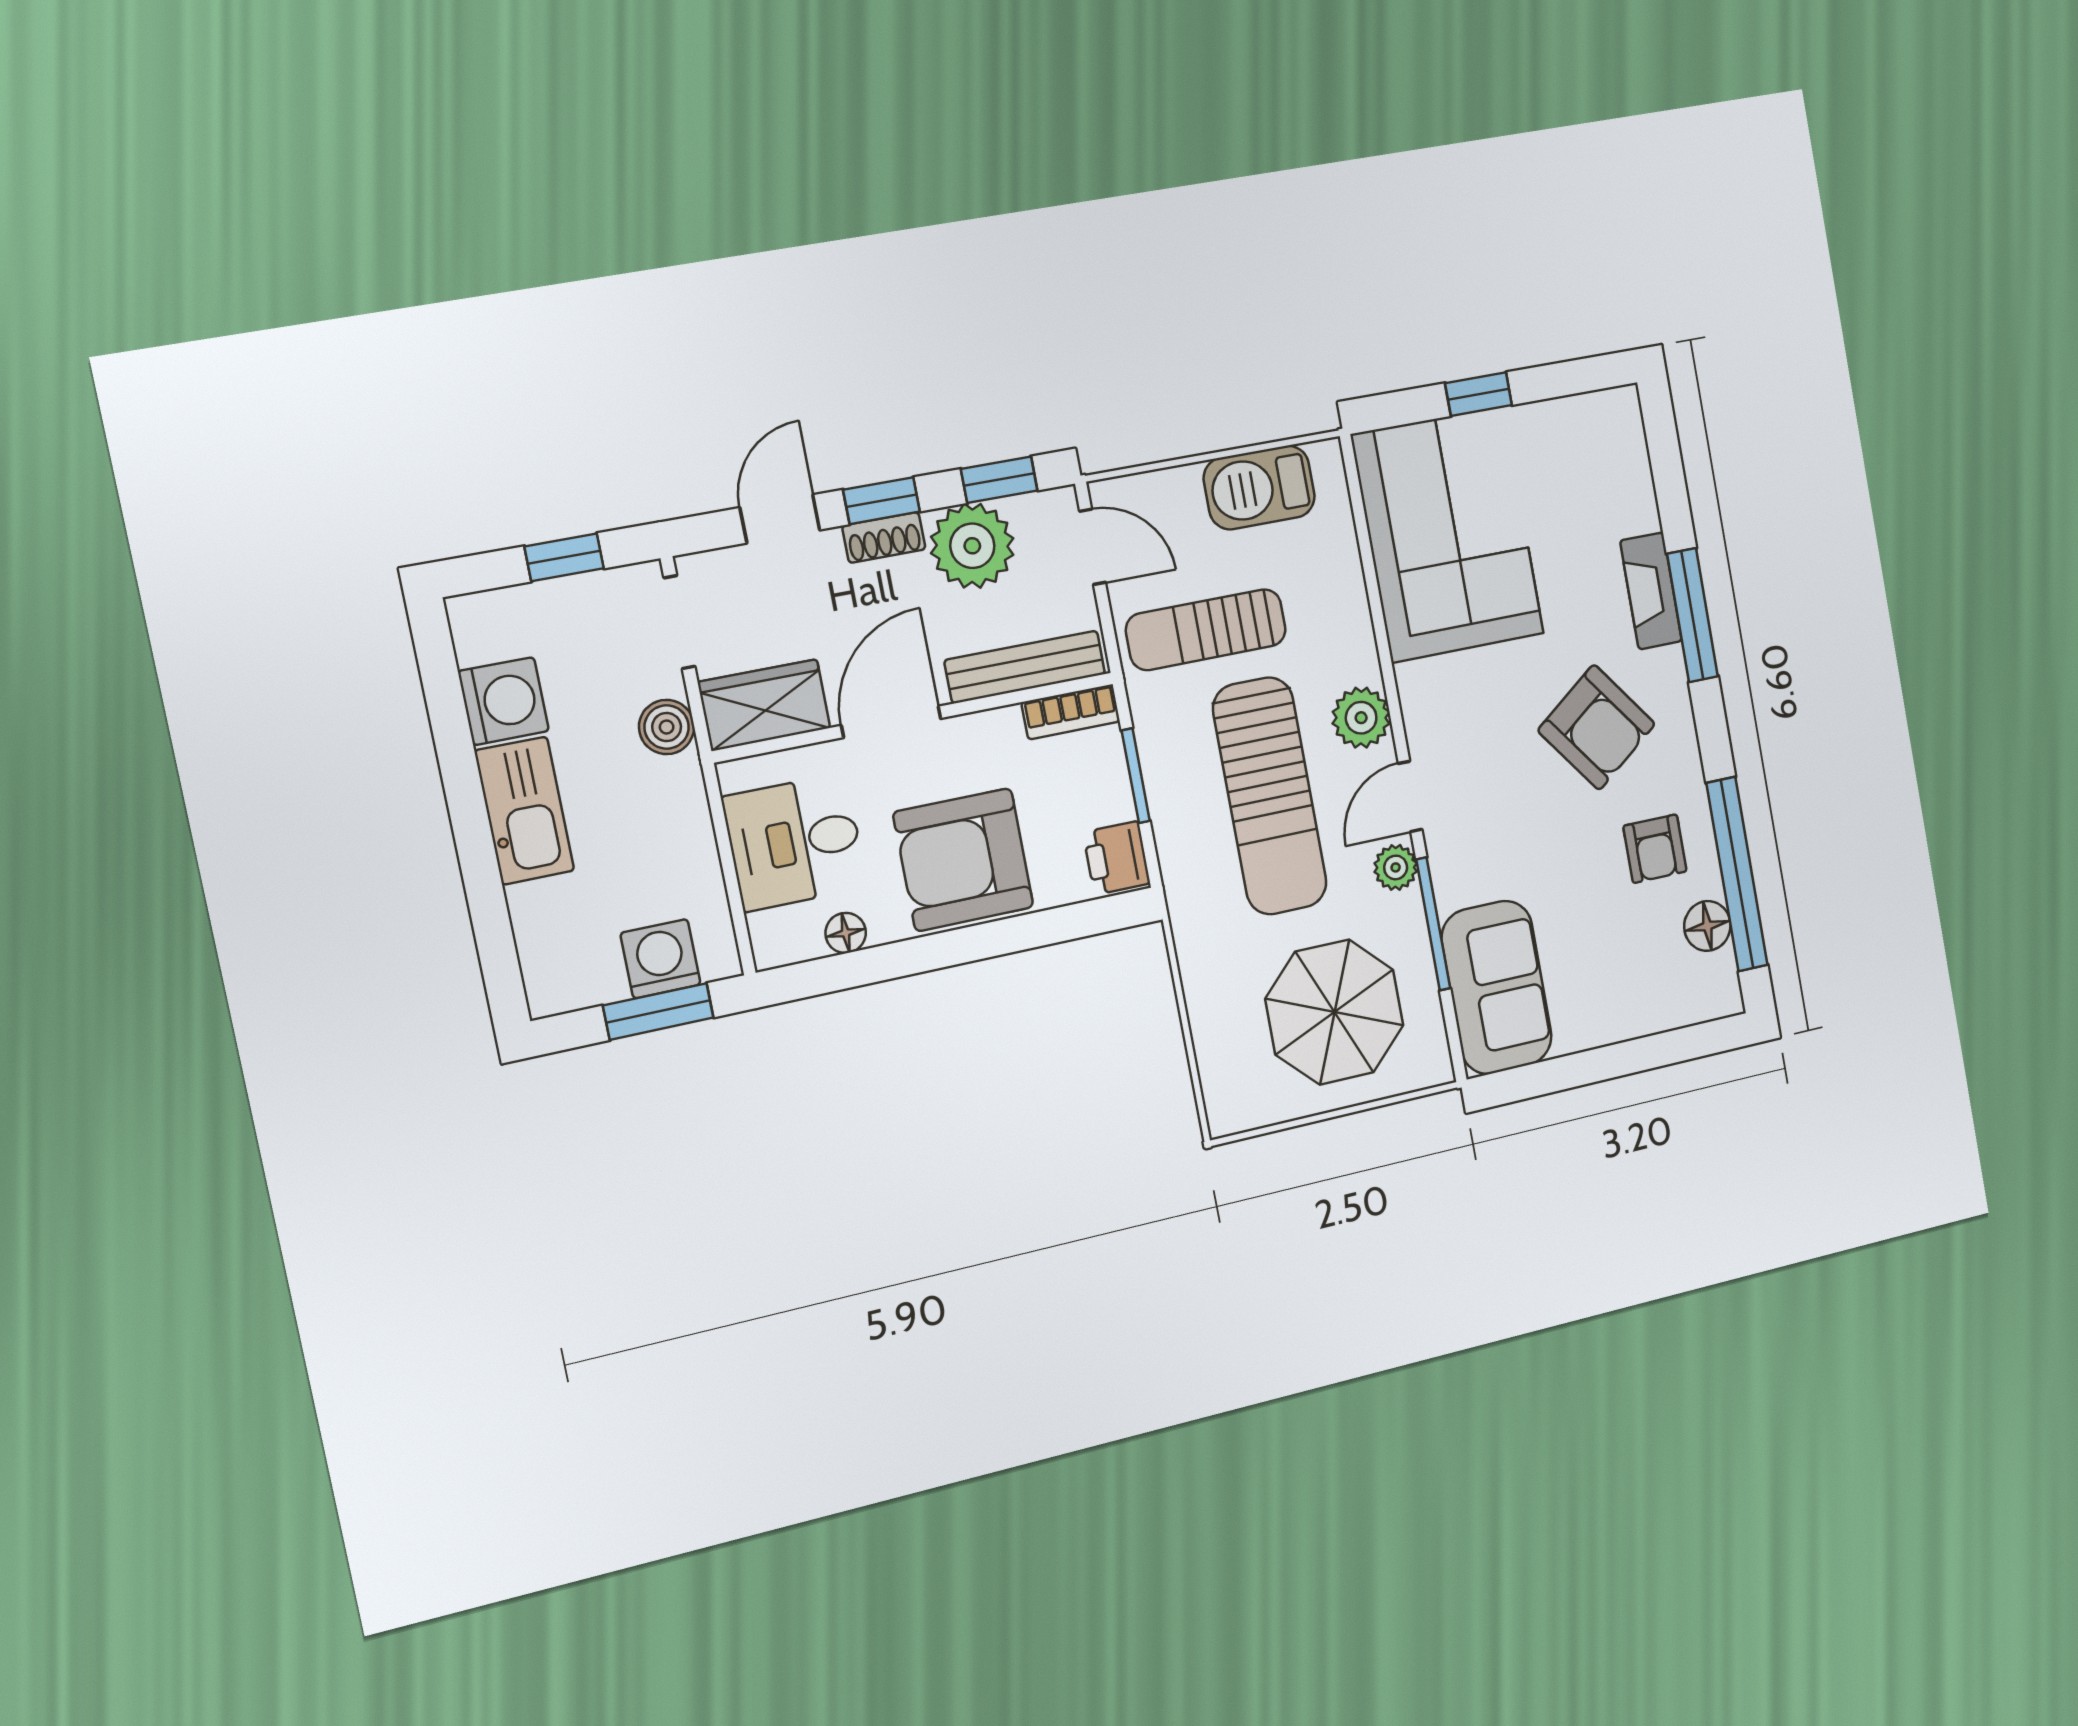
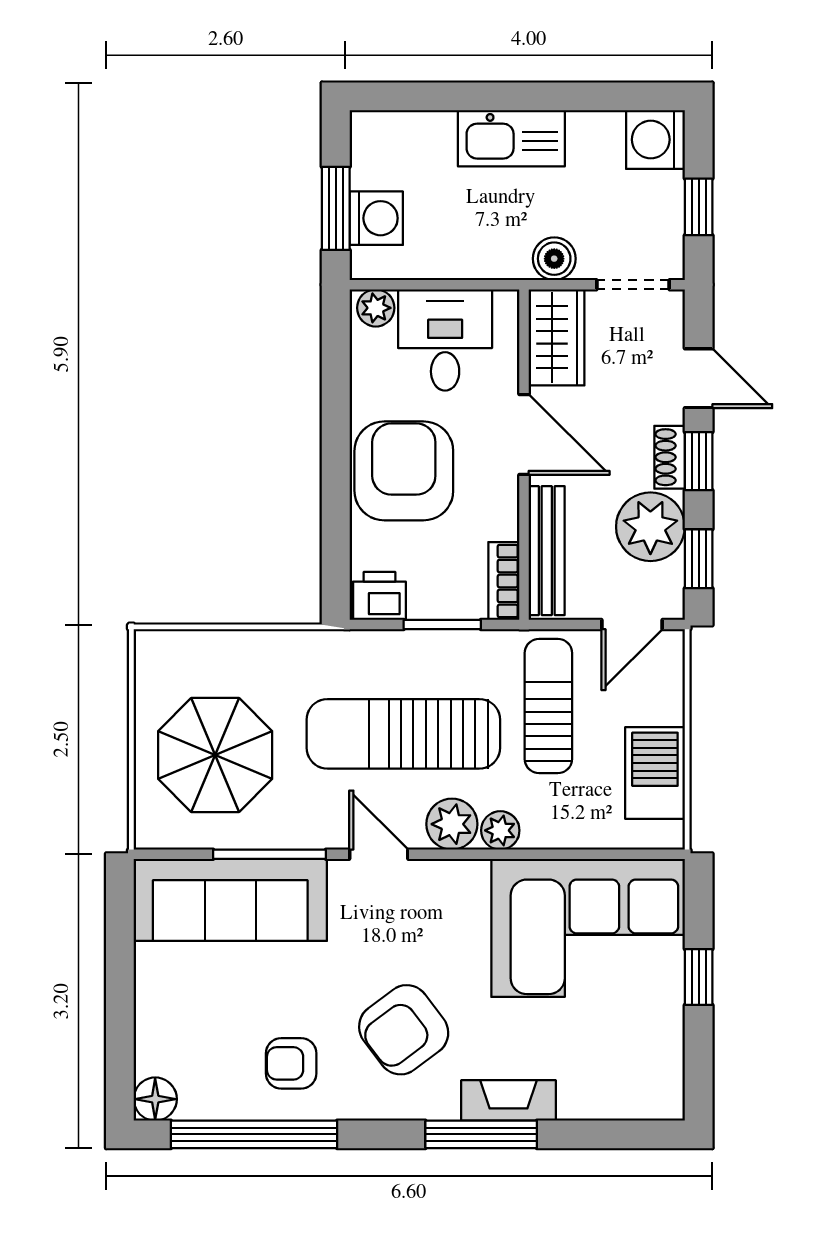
washing machine: (503, 701) -> (655, 140), moved, turned 90
plant: (1396, 867) -> (500, 830), moved
floor lamp: (1707, 926) -> (155, 1099), moved
floor lamp: (846, 933) -> (366, 366), removed
plant: (772, 936) -> (376, 308), added
sofa: (1497, 987) -> (230, 900), width x1.36

